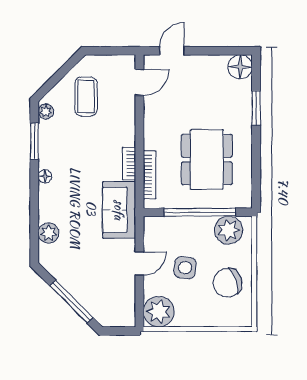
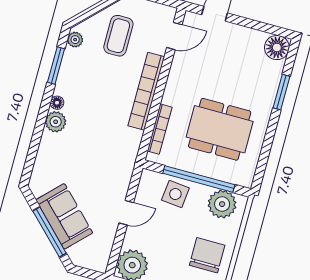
dining table: (207, 160) -> (220, 129), turned 90
bookcase: (129, 164) -> (146, 91), width x2.31, depth x1.31
sofa: (119, 210) -> (64, 216), moved, turned 135
plant: (49, 233) -> (56, 122), moved
side table: (185, 268) -> (175, 194), moved
chair: (228, 283) -> (207, 255), turned 108

